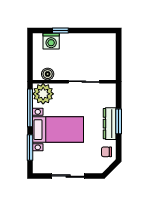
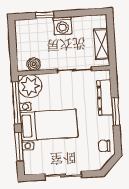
washing machine: (51, 41) -> (62, 26), moved
shelving: (110, 60) -> (101, 44), added
dresser: (110, 124) -> (105, 98), moved

